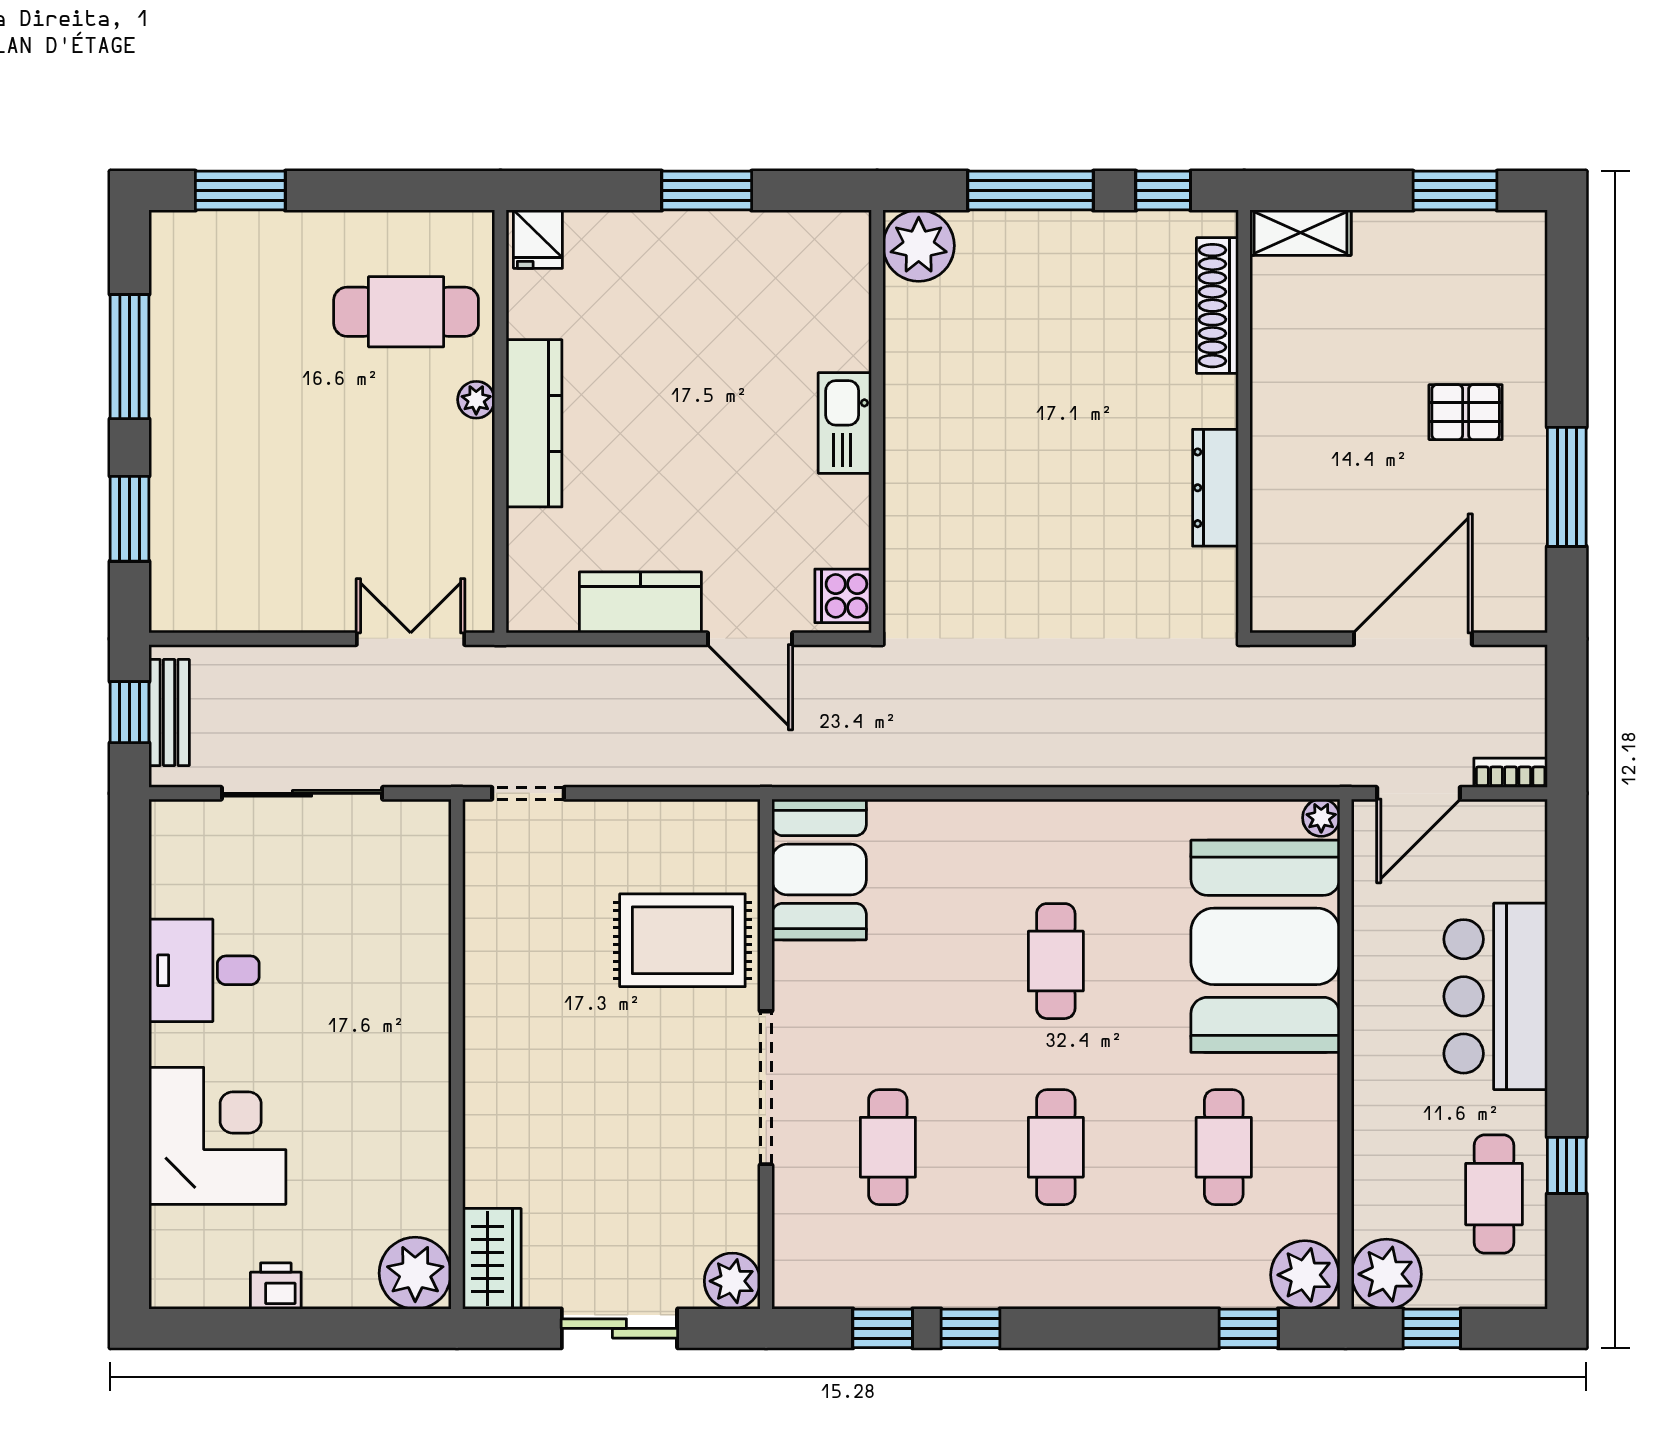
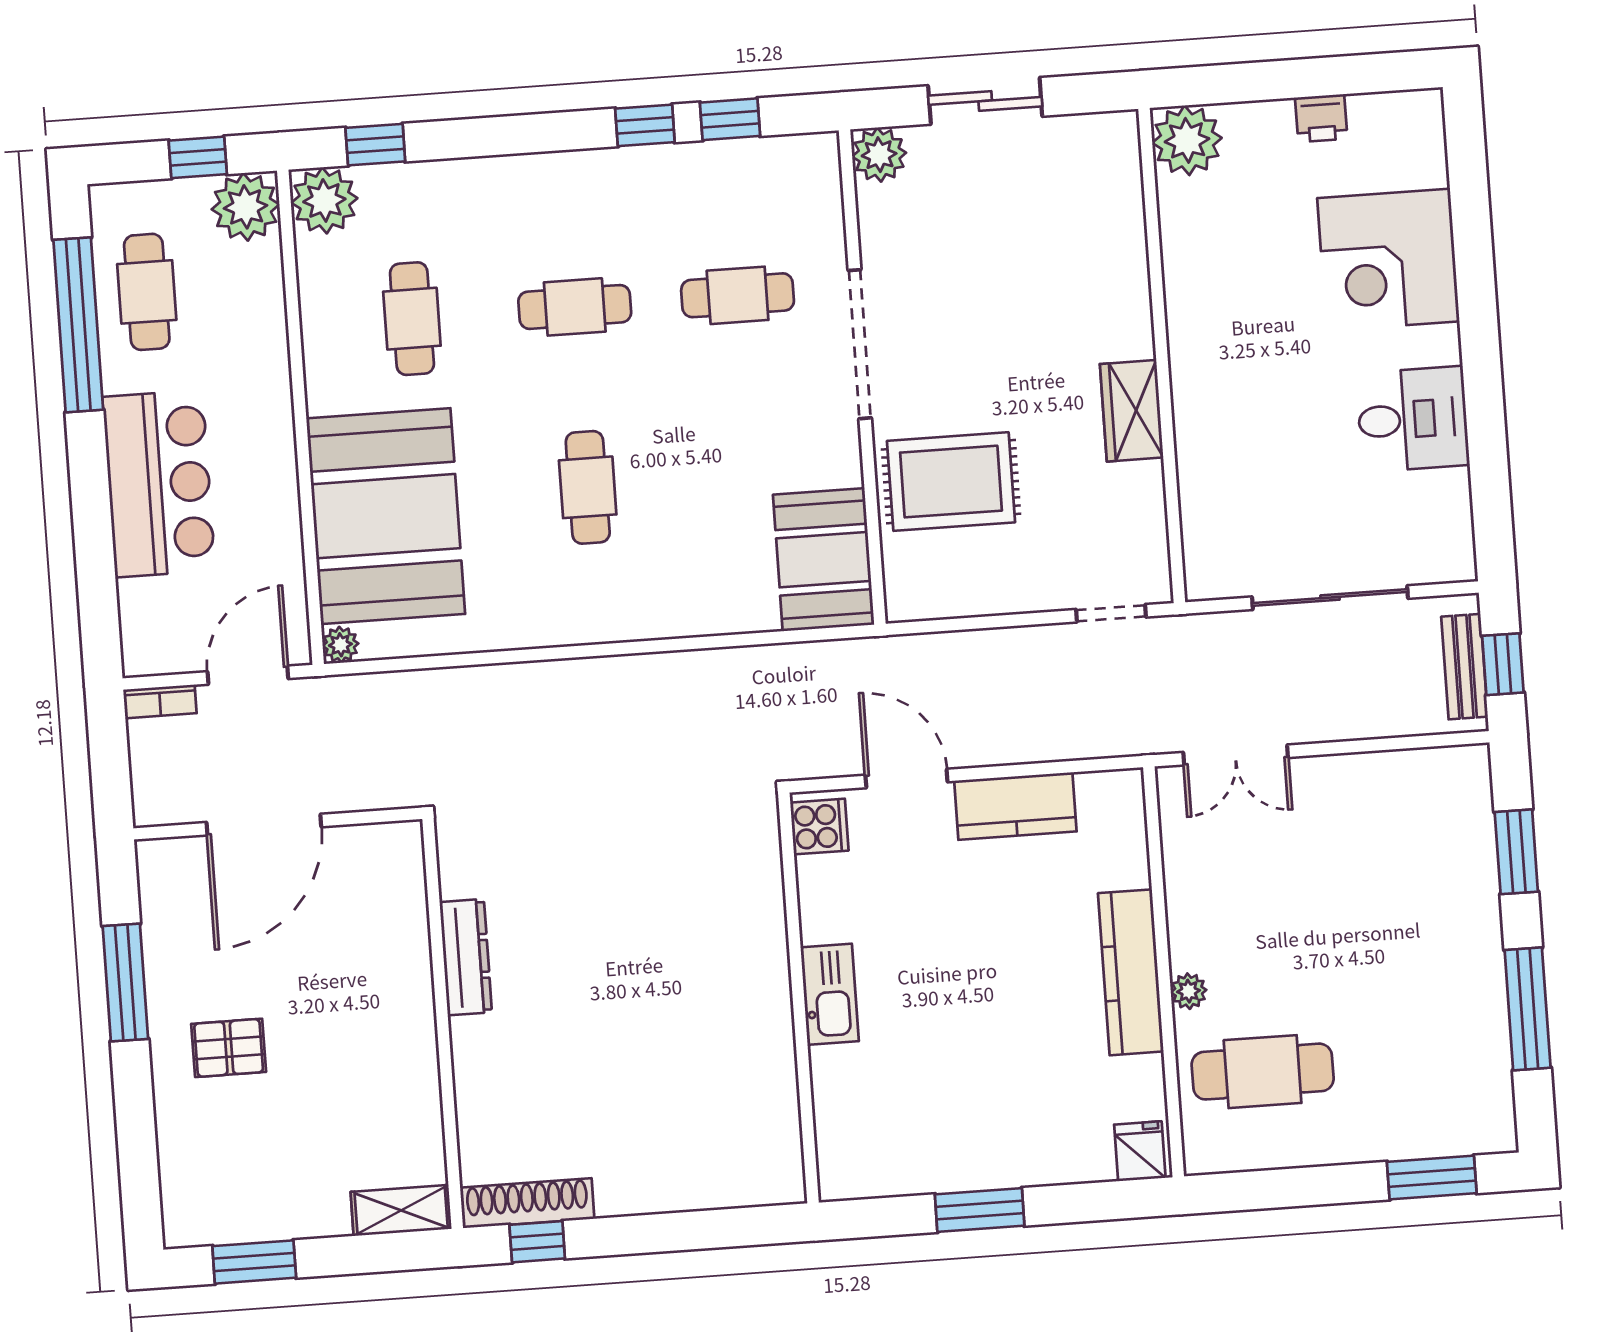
window: (1031, 191) -> (666, 1232), removed
plant: (919, 246) -> (770, 1171), removed
shoe rack: (1217, 306) -> (527, 1203), moved, turned -90
cafe table: (888, 1147) -> (738, 295), turned 90
cafe table: (1056, 1147) -> (575, 307), turned 90
window: (1567, 1165) -> (78, 325), width x3.17
wardrobe: (492, 1259) -> (1132, 411), moved

